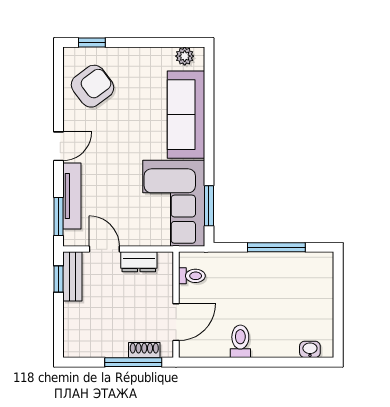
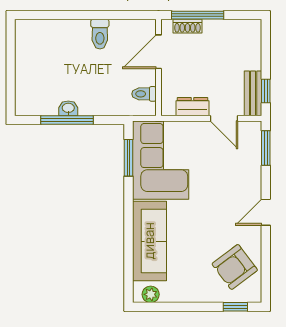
tv unit: (72, 196) -> (253, 167), removed
washbasin: (310, 349) -> (68, 108), moved, turned 180

